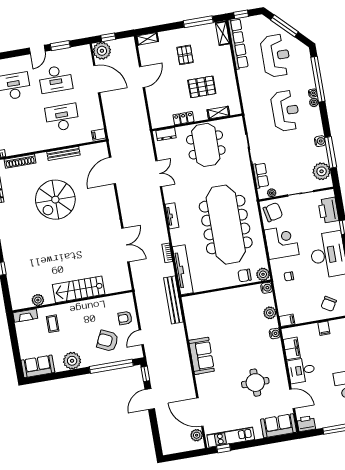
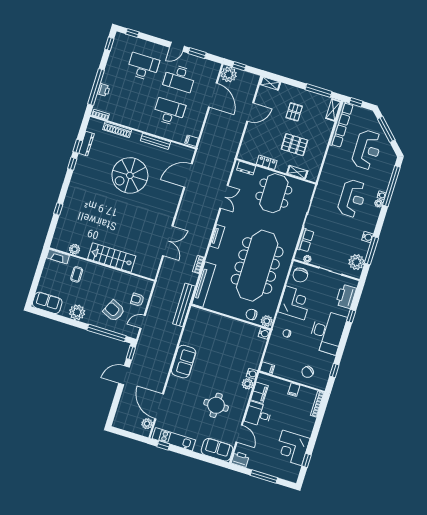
chair: (273, 212) -> (300, 275), turned 102
plant: (270, 313) -> (248, 384), moved

